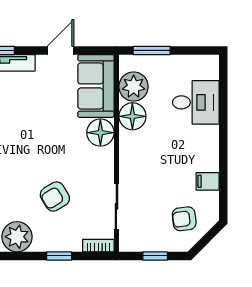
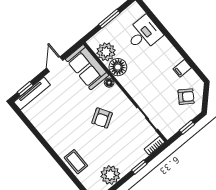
window: (152, 50) -> (109, 19), moved
floor lamp: (100, 133) -> (109, 83), width x0.53, depth x0.53
armchair: (55, 197) -> (102, 118), moved
armchair: (184, 219) -> (186, 97), turned -139

